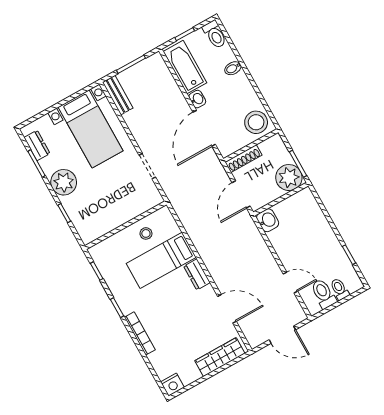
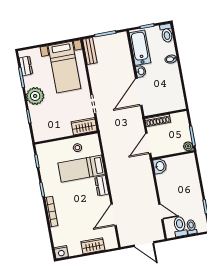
stool: (256, 122) -> (174, 100), removed
plant: (289, 178) -> (188, 146), width x0.53, depth x0.53
wardrobe: (145, 201) -> (84, 126), added
door: (227, 309) -> (114, 215), swing flipped
wardrobe: (220, 357) -> (93, 246), width x0.67

